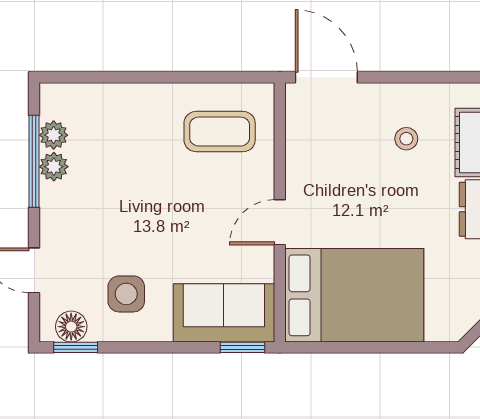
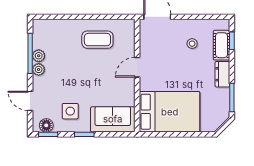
coffee table: (220, 132) -> (97, 40), moved
plant: (54, 135) -> (39, 69), moved
door: (280, 222) -> (137, 67), moved
window: (242, 347) -> (84, 134), moved

